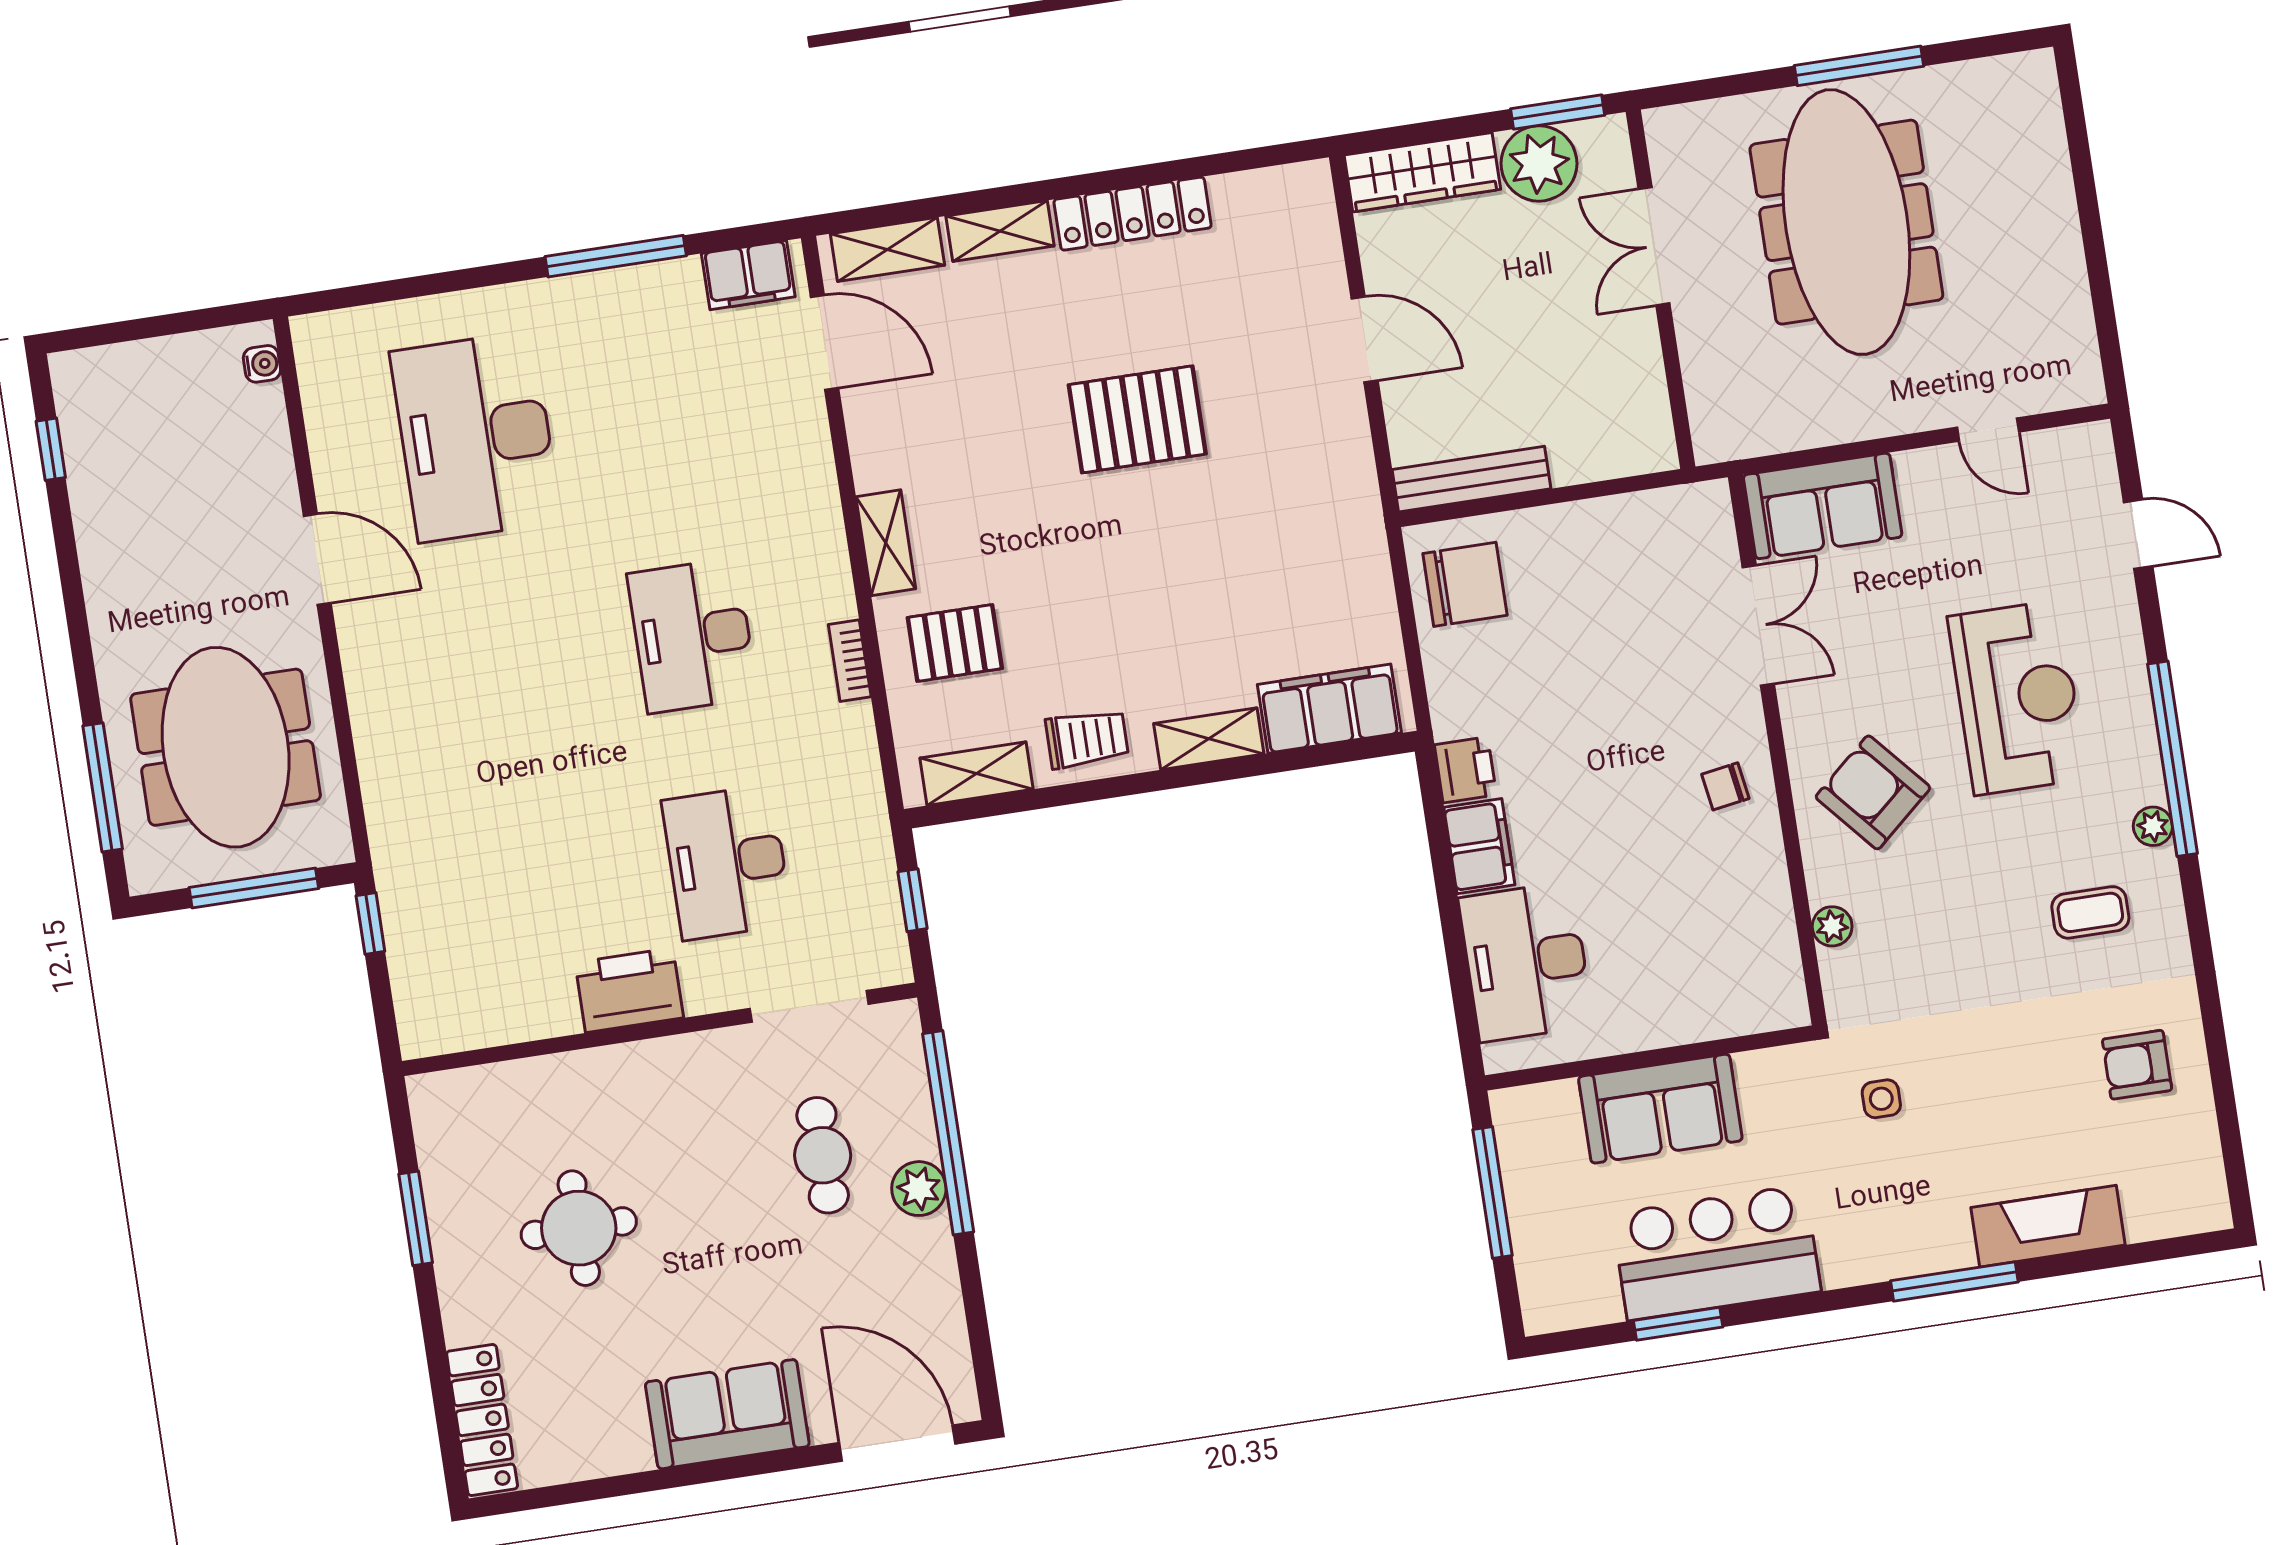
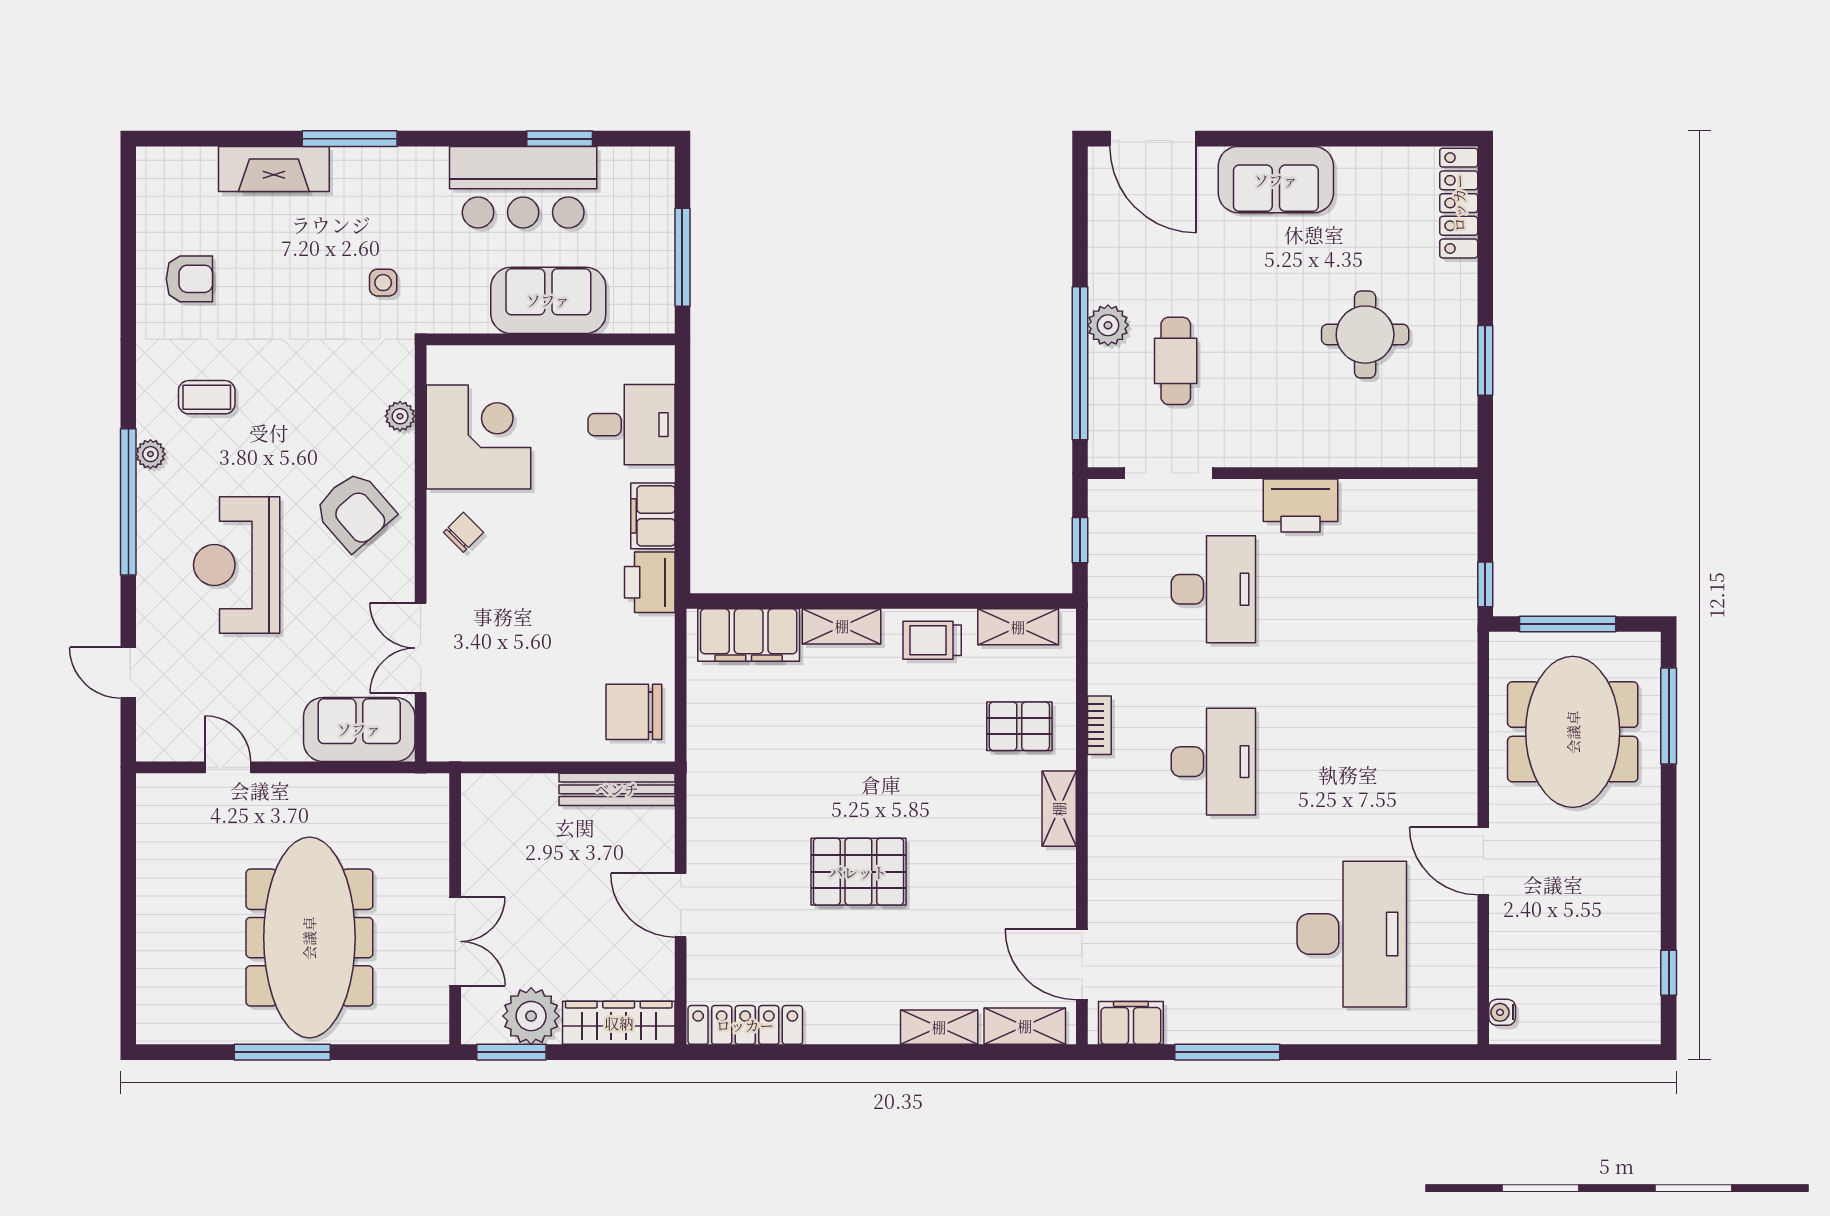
locker: (1133, 214) -> (745, 1025), moved
printer: (1465, 770) -> (650, 582), width x1.36, depth x1.24
chair: (1725, 786) -> (463, 532), turned -36
corner desk: (1725, 915) -> (478, 437), added
desk: (1526, 962) -> (631, 425), width x0.73

